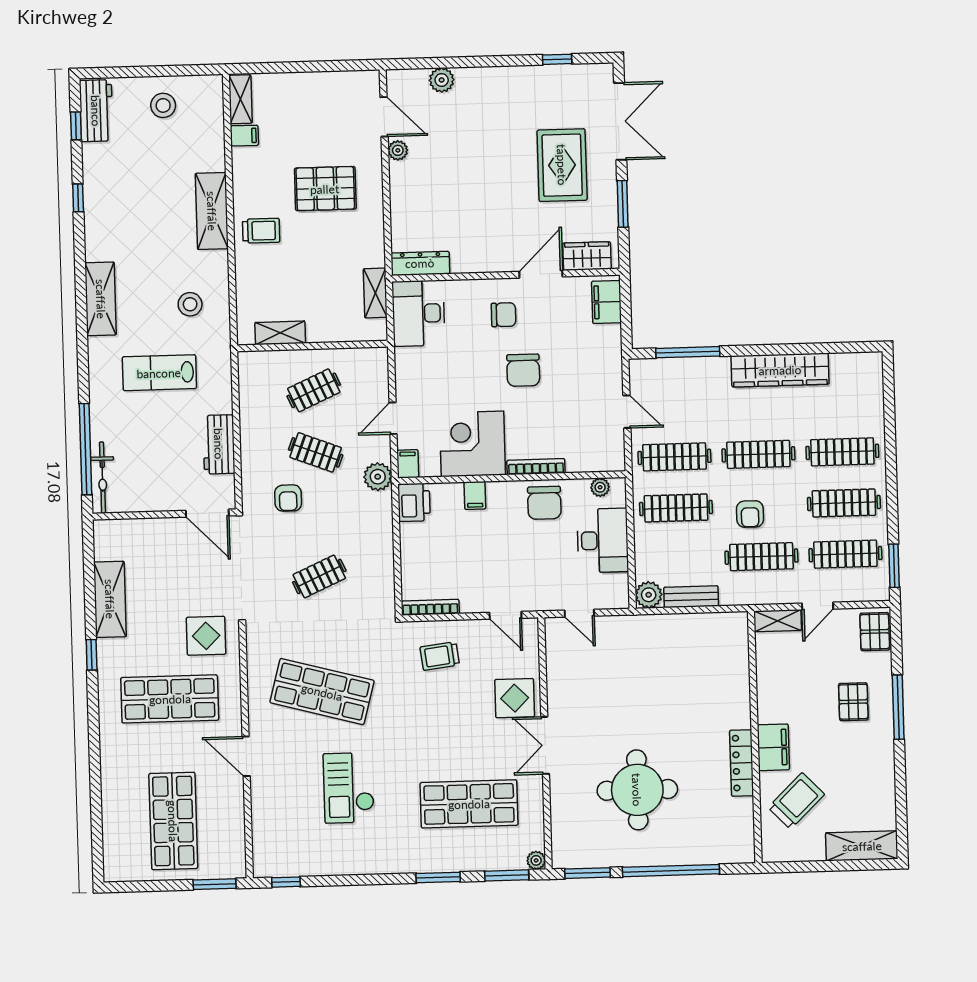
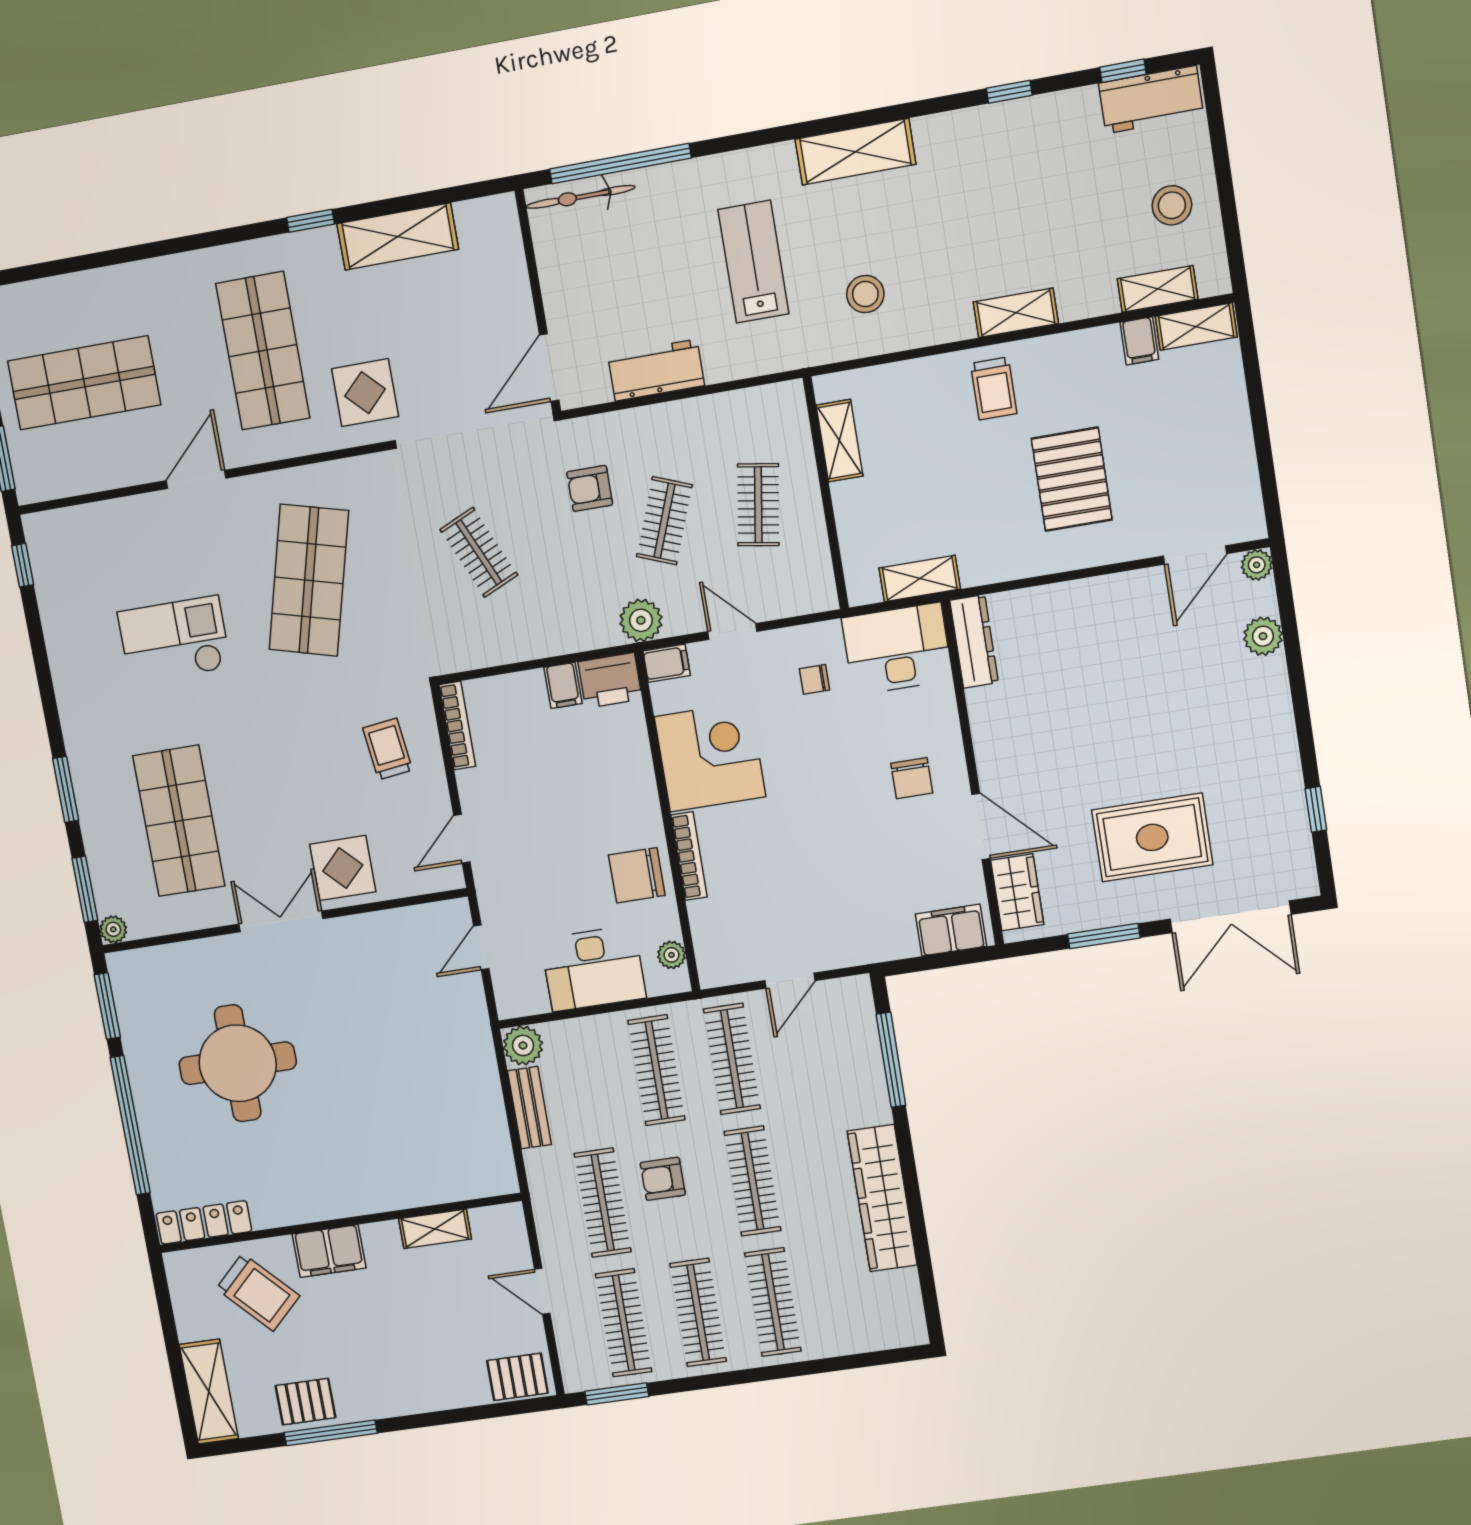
shelving: (214, 120) -> (1158, 289), added
plant: (398, 150) -> (1257, 565), moved
shelving: (212, 211) -> (1016, 313), width x0.67, depth x0.75
chair: (523, 370) -> (815, 679), moved, width x0.54, depth x0.54
clothes rail: (314, 390) -> (758, 505), turned 33
filing cabinet: (475, 495) -> (563, 685), moved, turned -90
shelving: (778, 621) -> (435, 1229), moved, turned 90
pallet: (853, 702) -> (305, 1402), moved
window: (898, 707) -> (331, 1433), moved
locker: (742, 763) -> (204, 1222), moved

